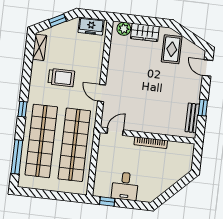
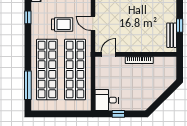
trolley: (61, 78) -> (62, 24), moved
window: (23, 109) -> (28, 17), moved
desk: (125, 186) -> (107, 100), moved, turned 90
window: (107, 201) -> (118, 114), moved

